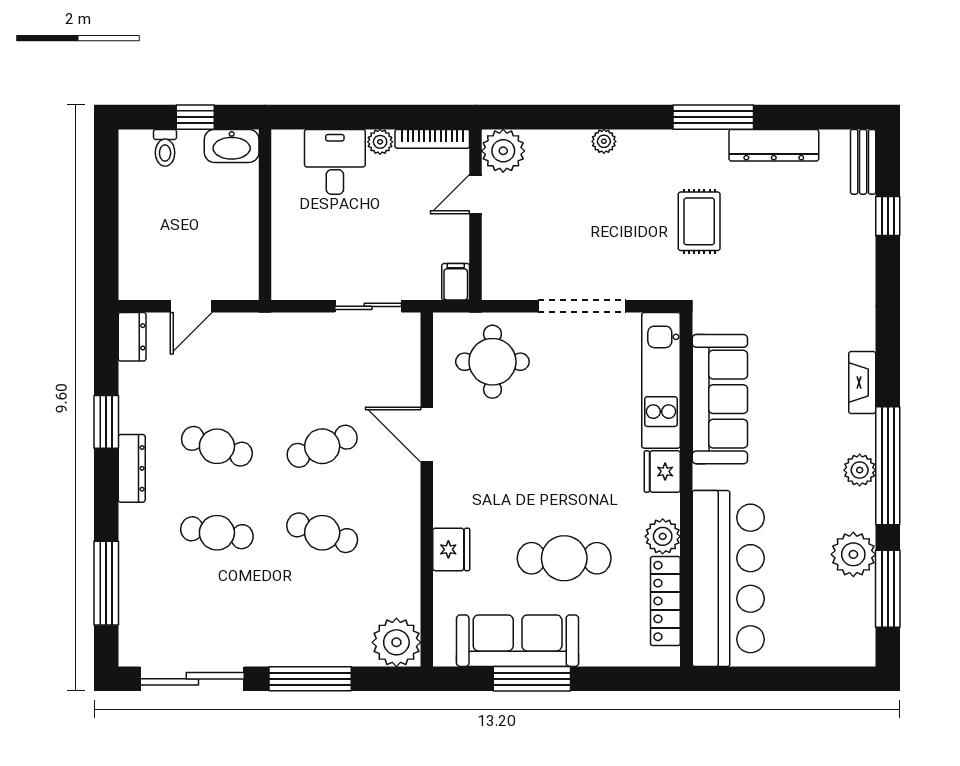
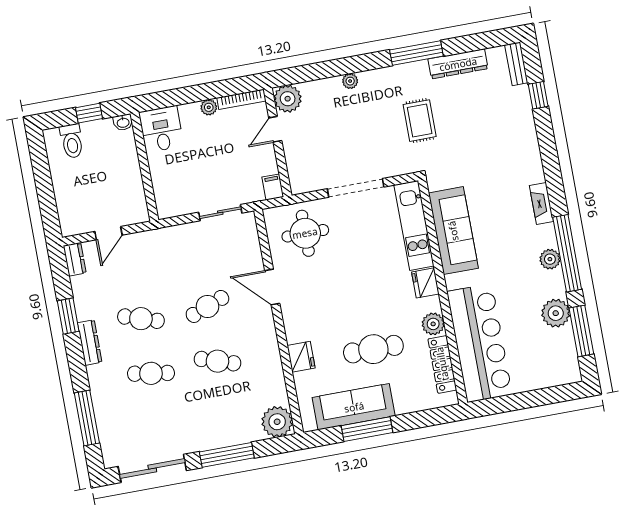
washbasin: (232, 146) -> (123, 122), width x0.52, depth x0.69
toilet: (165, 148) -> (72, 141), width x1.37, depth x1.39
desk: (335, 162) -> (161, 129), moved

